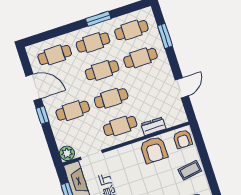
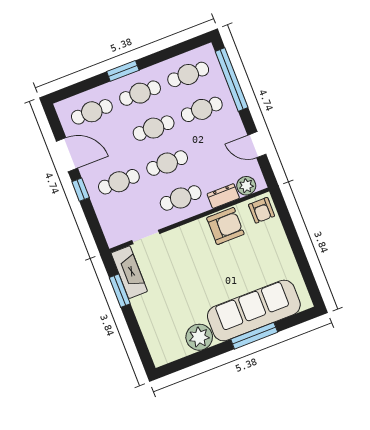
window: (98, 19) -> (123, 71), moved
window: (165, 36) -> (232, 80), width x2.11
door: (182, 88) -> (257, 145), swing flipped
armchair: (154, 150) -> (225, 226), turned -90
plant: (67, 153) -> (246, 186), moved
coffee table: (190, 170) -> (273, 249), removed

